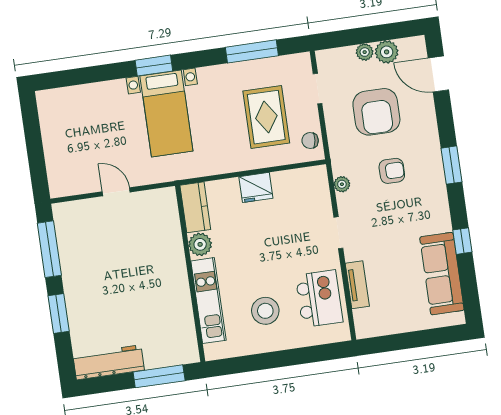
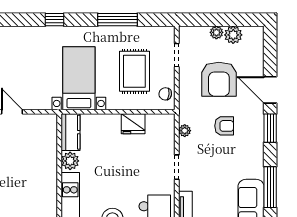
window: (252, 51) -> (118, 20), moved
window: (154, 66) -> (54, 20), width x0.67
door: (438, 74) -> (270, 90), moved
bed with nightstands: (166, 113) -> (79, 78), moved, turned 180
fridge: (256, 187) -> (133, 124), moved
window: (462, 241) -> (270, 187), width x2.17

